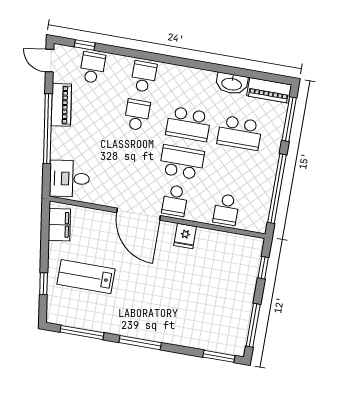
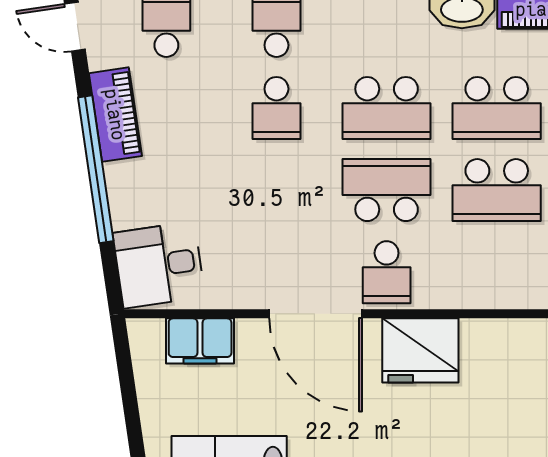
school desk: (137, 115) -> (276, 108), turned 180
school desk: (226, 209) -> (497, 190), moved, width x1.85
filing cabinet: (59, 225) -> (200, 341), moved, turned 98
fridge: (185, 236) -> (420, 350), width x1.88, depth x1.34

